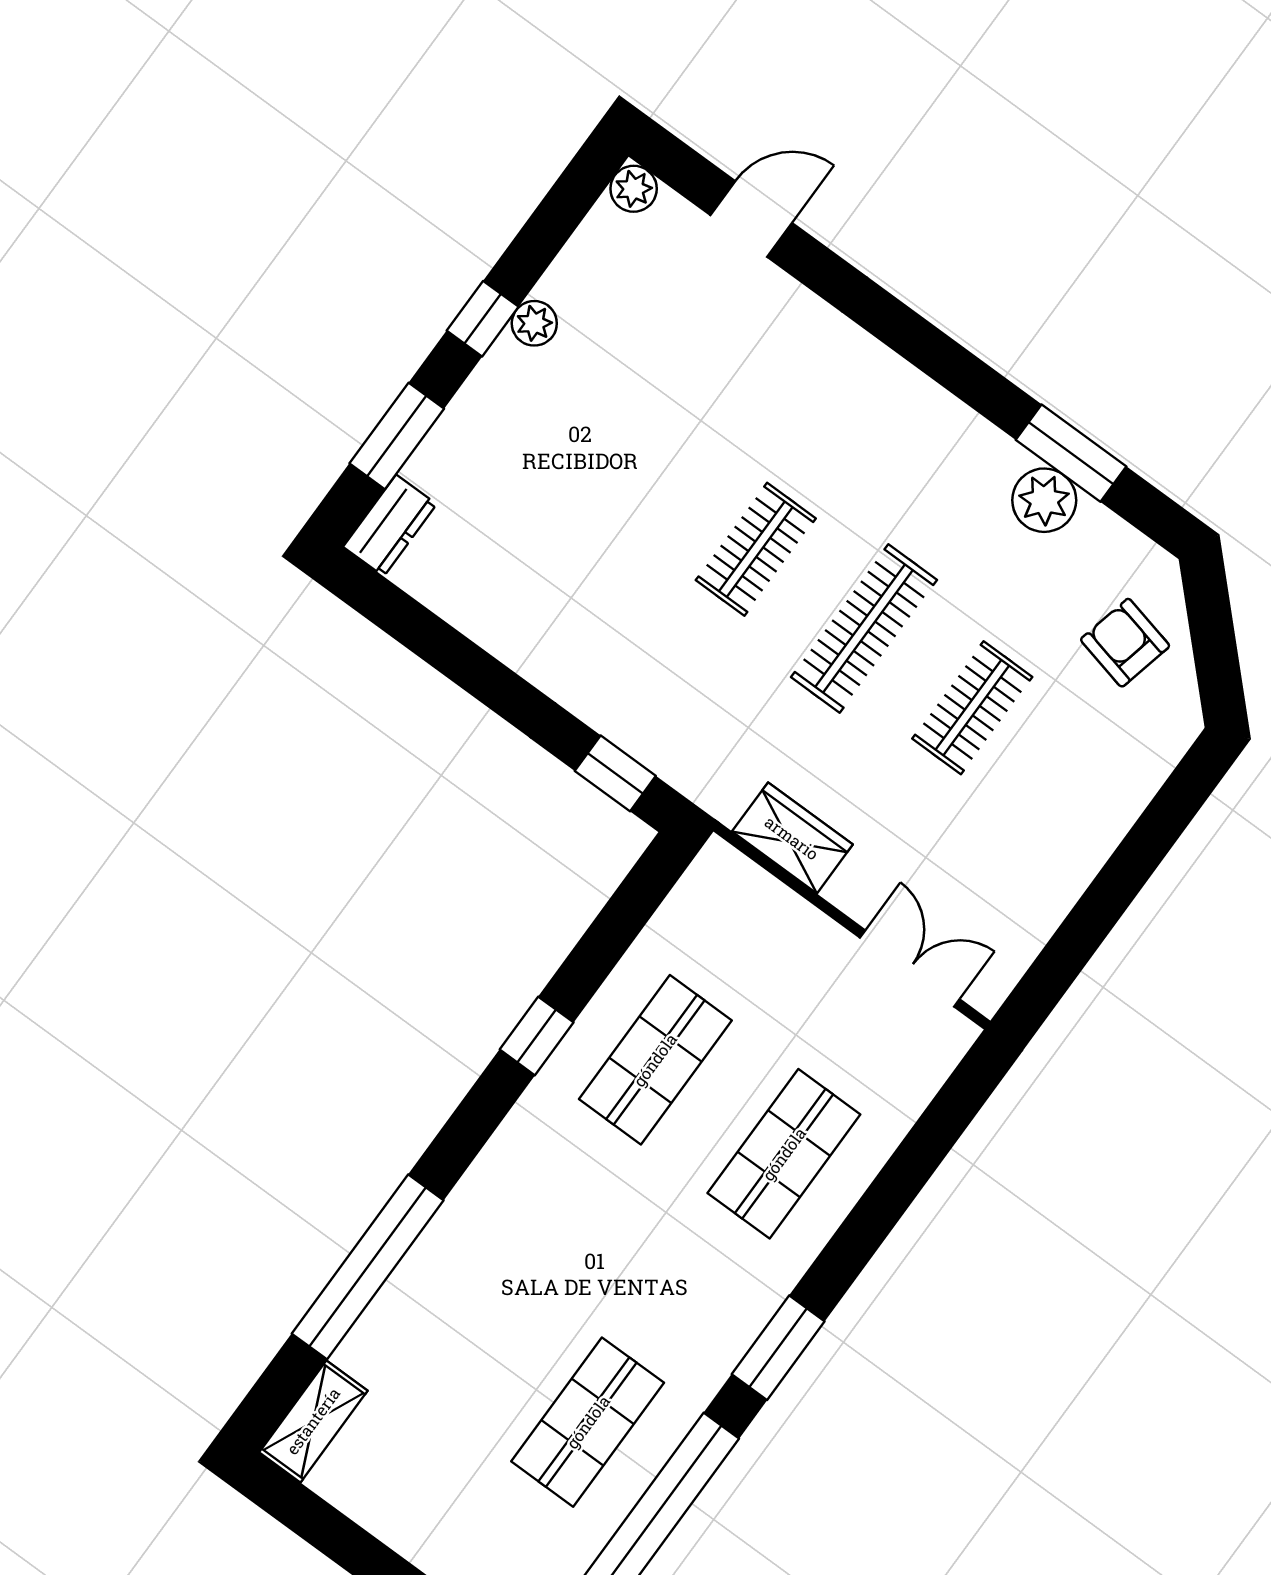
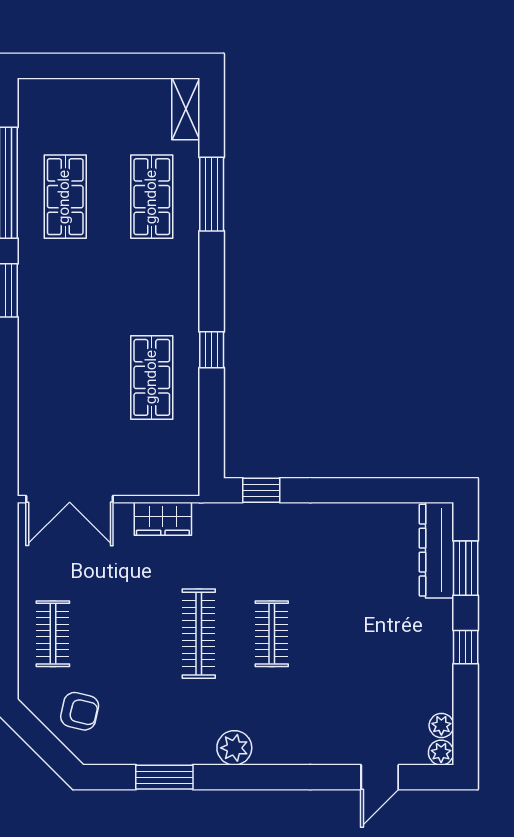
plant: (534, 323) -> (441, 725), moved
plant: (1044, 500) -> (234, 748), moved
dresser: (390, 525) -> (437, 550), width x1.96, depth x1.24
clothes rail: (972, 708) -> (53, 634), moved
double door: (910, 968) -> (70, 499), width x1.37
shop shelf: (784, 1154) -> (152, 197), moved
window: (368, 1267) -> (212, 194), width x0.68

